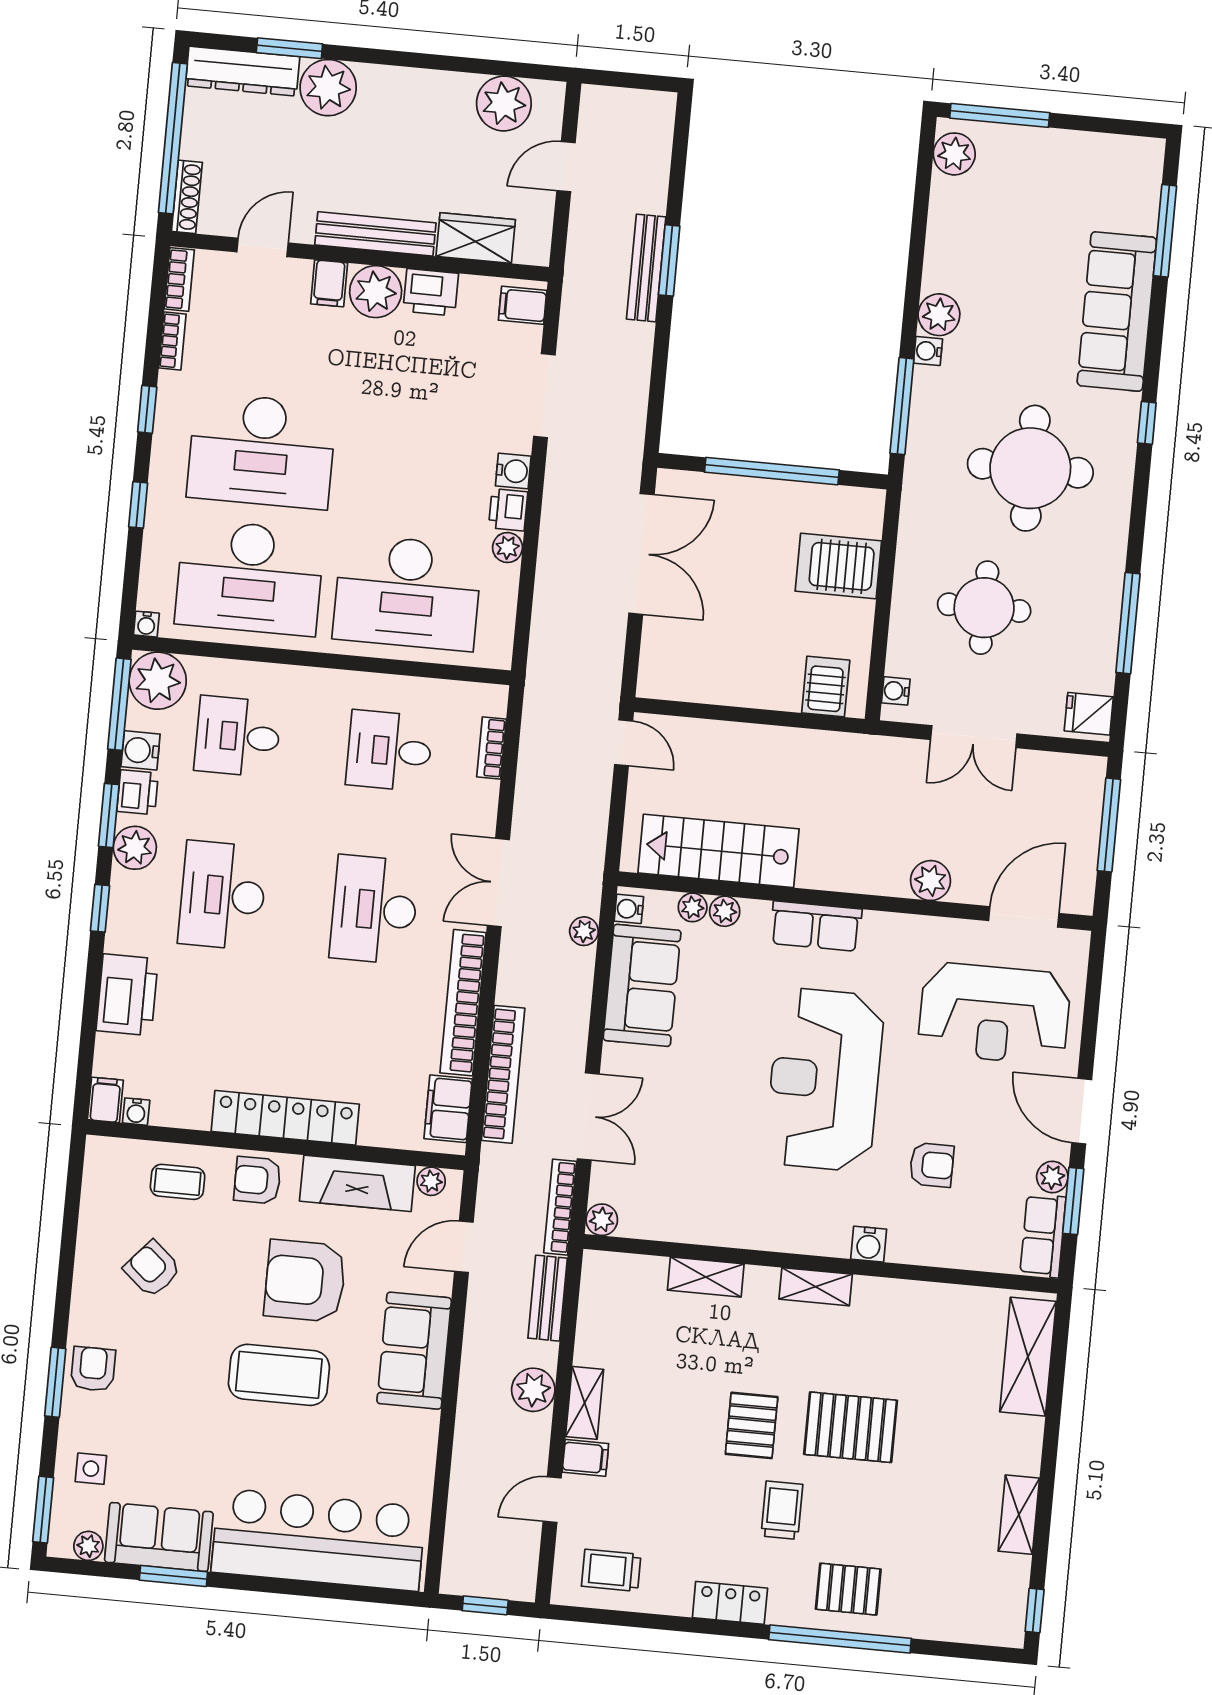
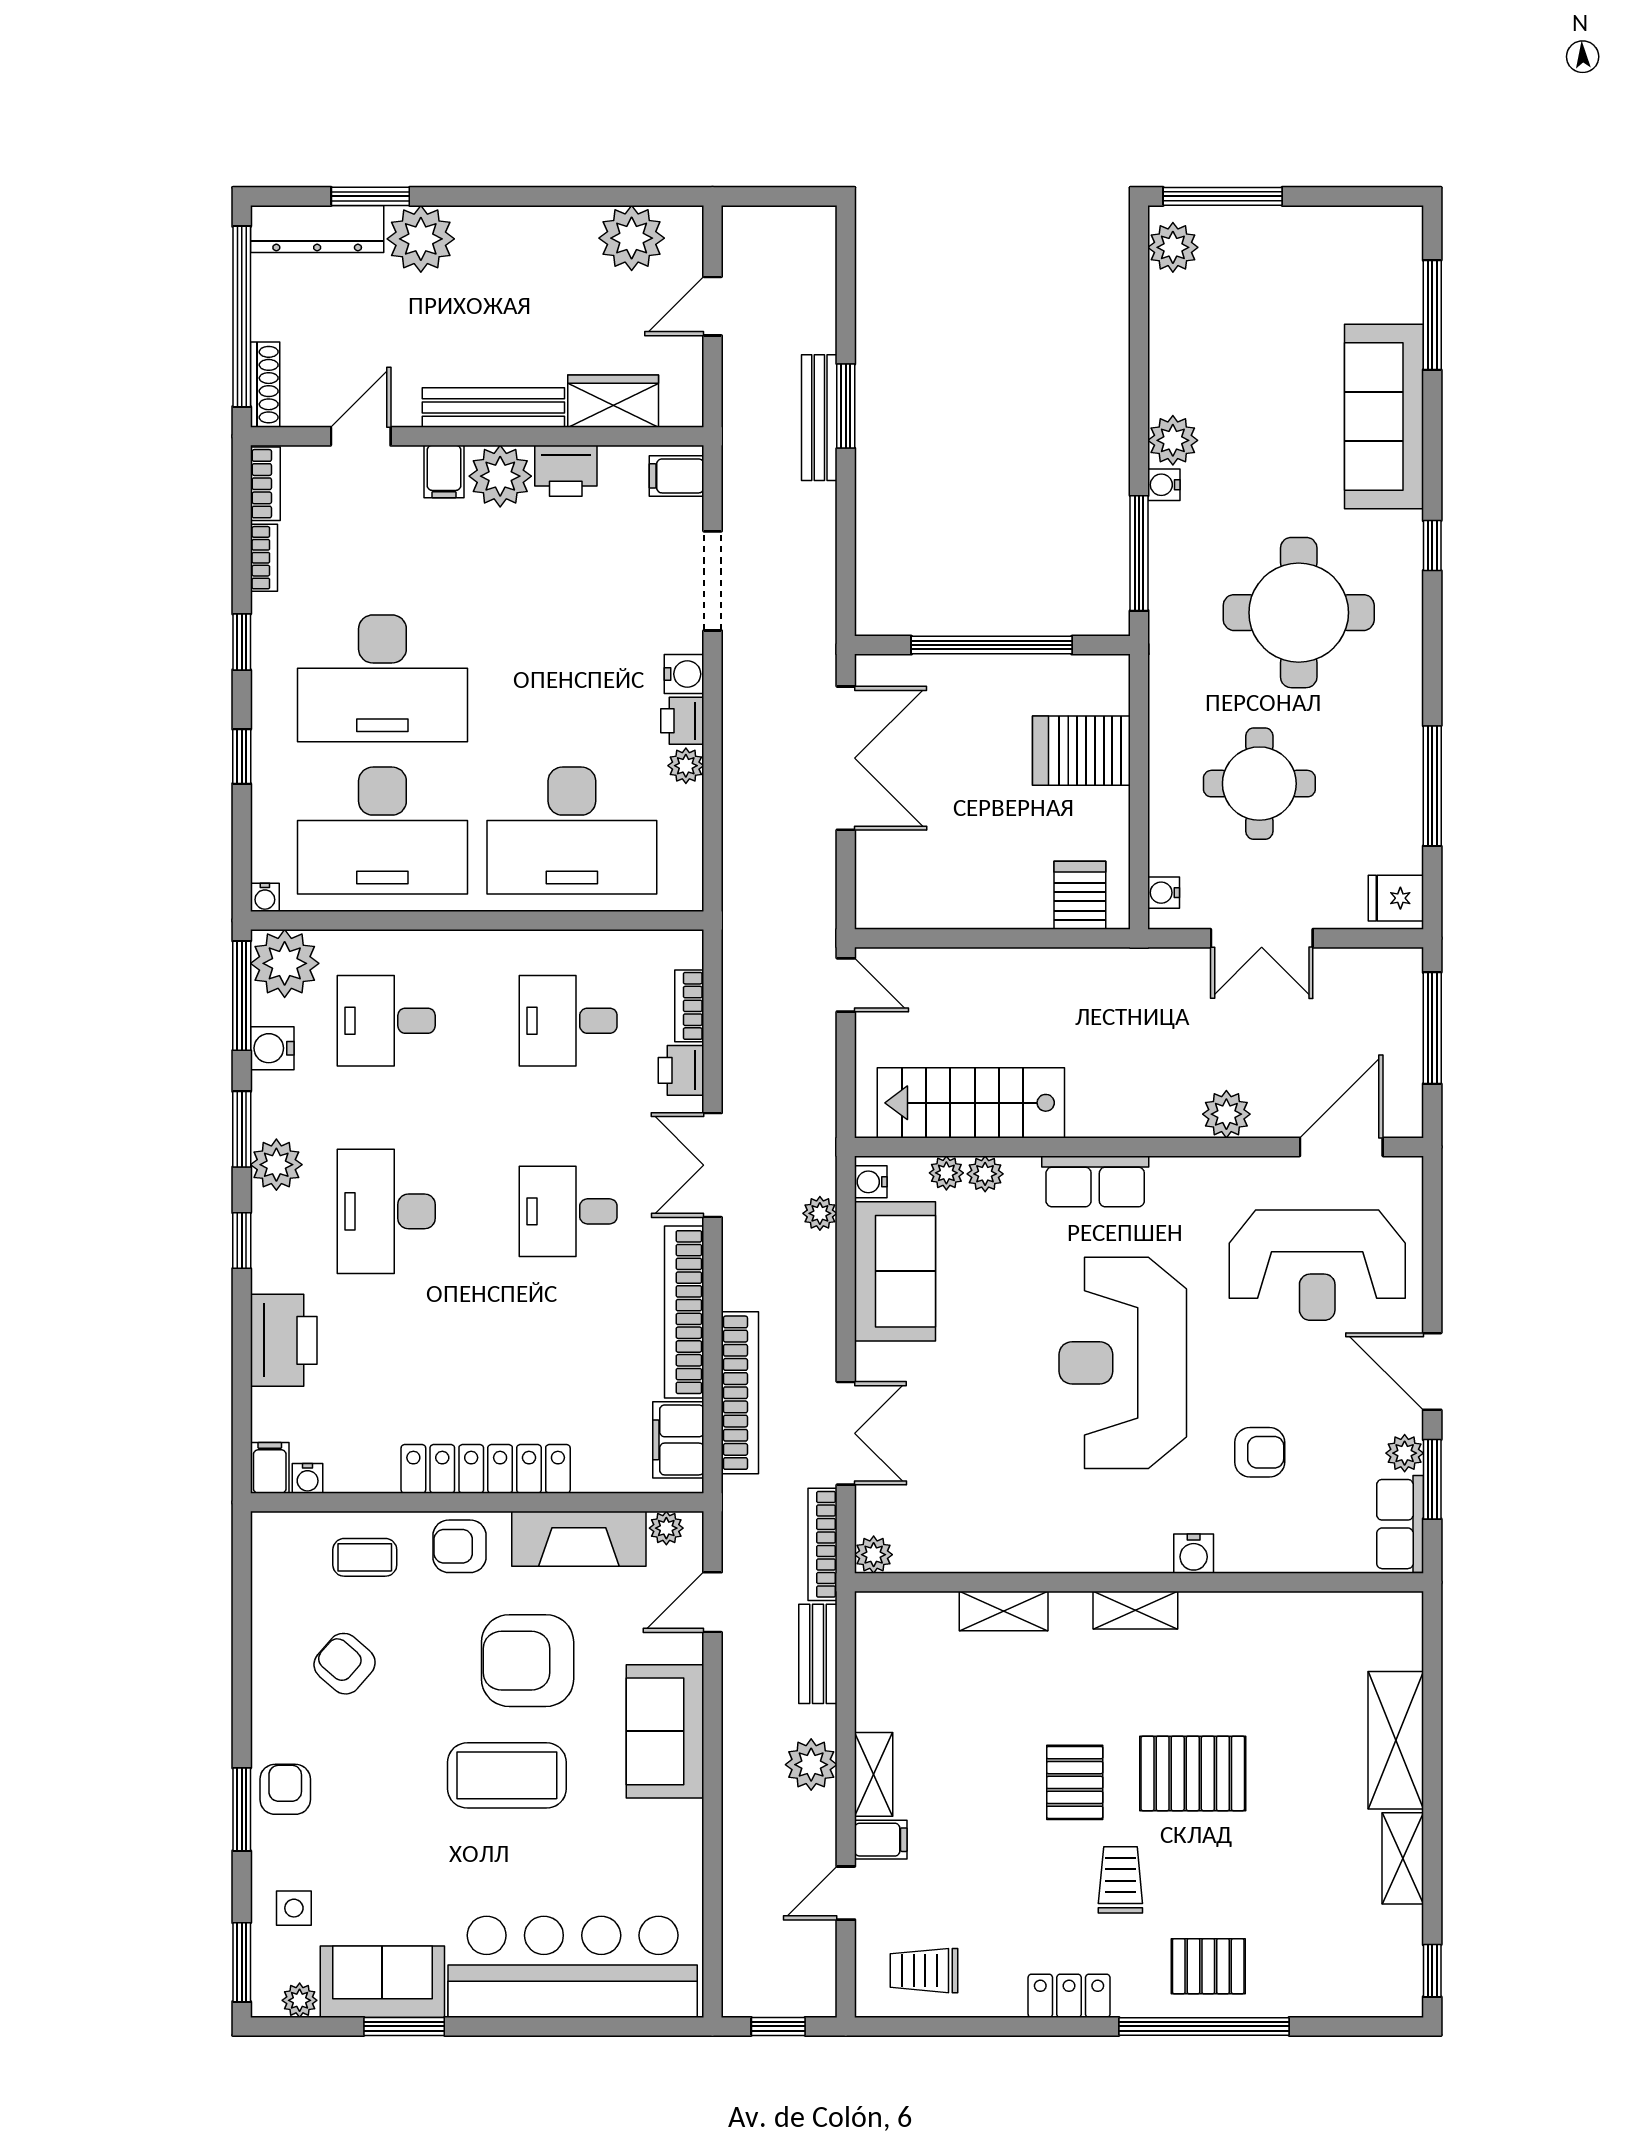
printer: (138, 792) -> (681, 1070), moved, turned 180
desk: (374, 910) -> (568, 1211), width x0.73
shelving: (1028, 1357) -> (1396, 1740), moved

